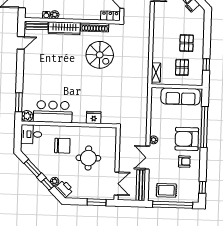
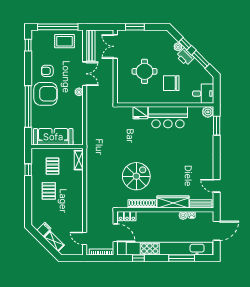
door: (21, 43) -> (217, 186), hinge flipped
spiral stairs: (100, 55) -> (136, 176), turned 90
bar counter: (53, 112) -> (168, 117), moved
printer: (64, 189) -> (185, 57), moved

